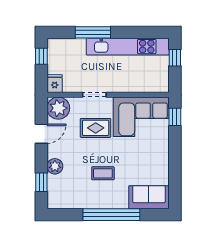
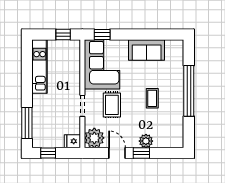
window: (93, 32) -> (27, 123), moved
kitchen unit: (128, 47) -> (40, 67), width x0.73
window: (175, 58) -> (63, 34), moved
window: (41, 182) -> (141, 153), moved
sofa: (149, 197) -> (147, 50), moved, turned -90

